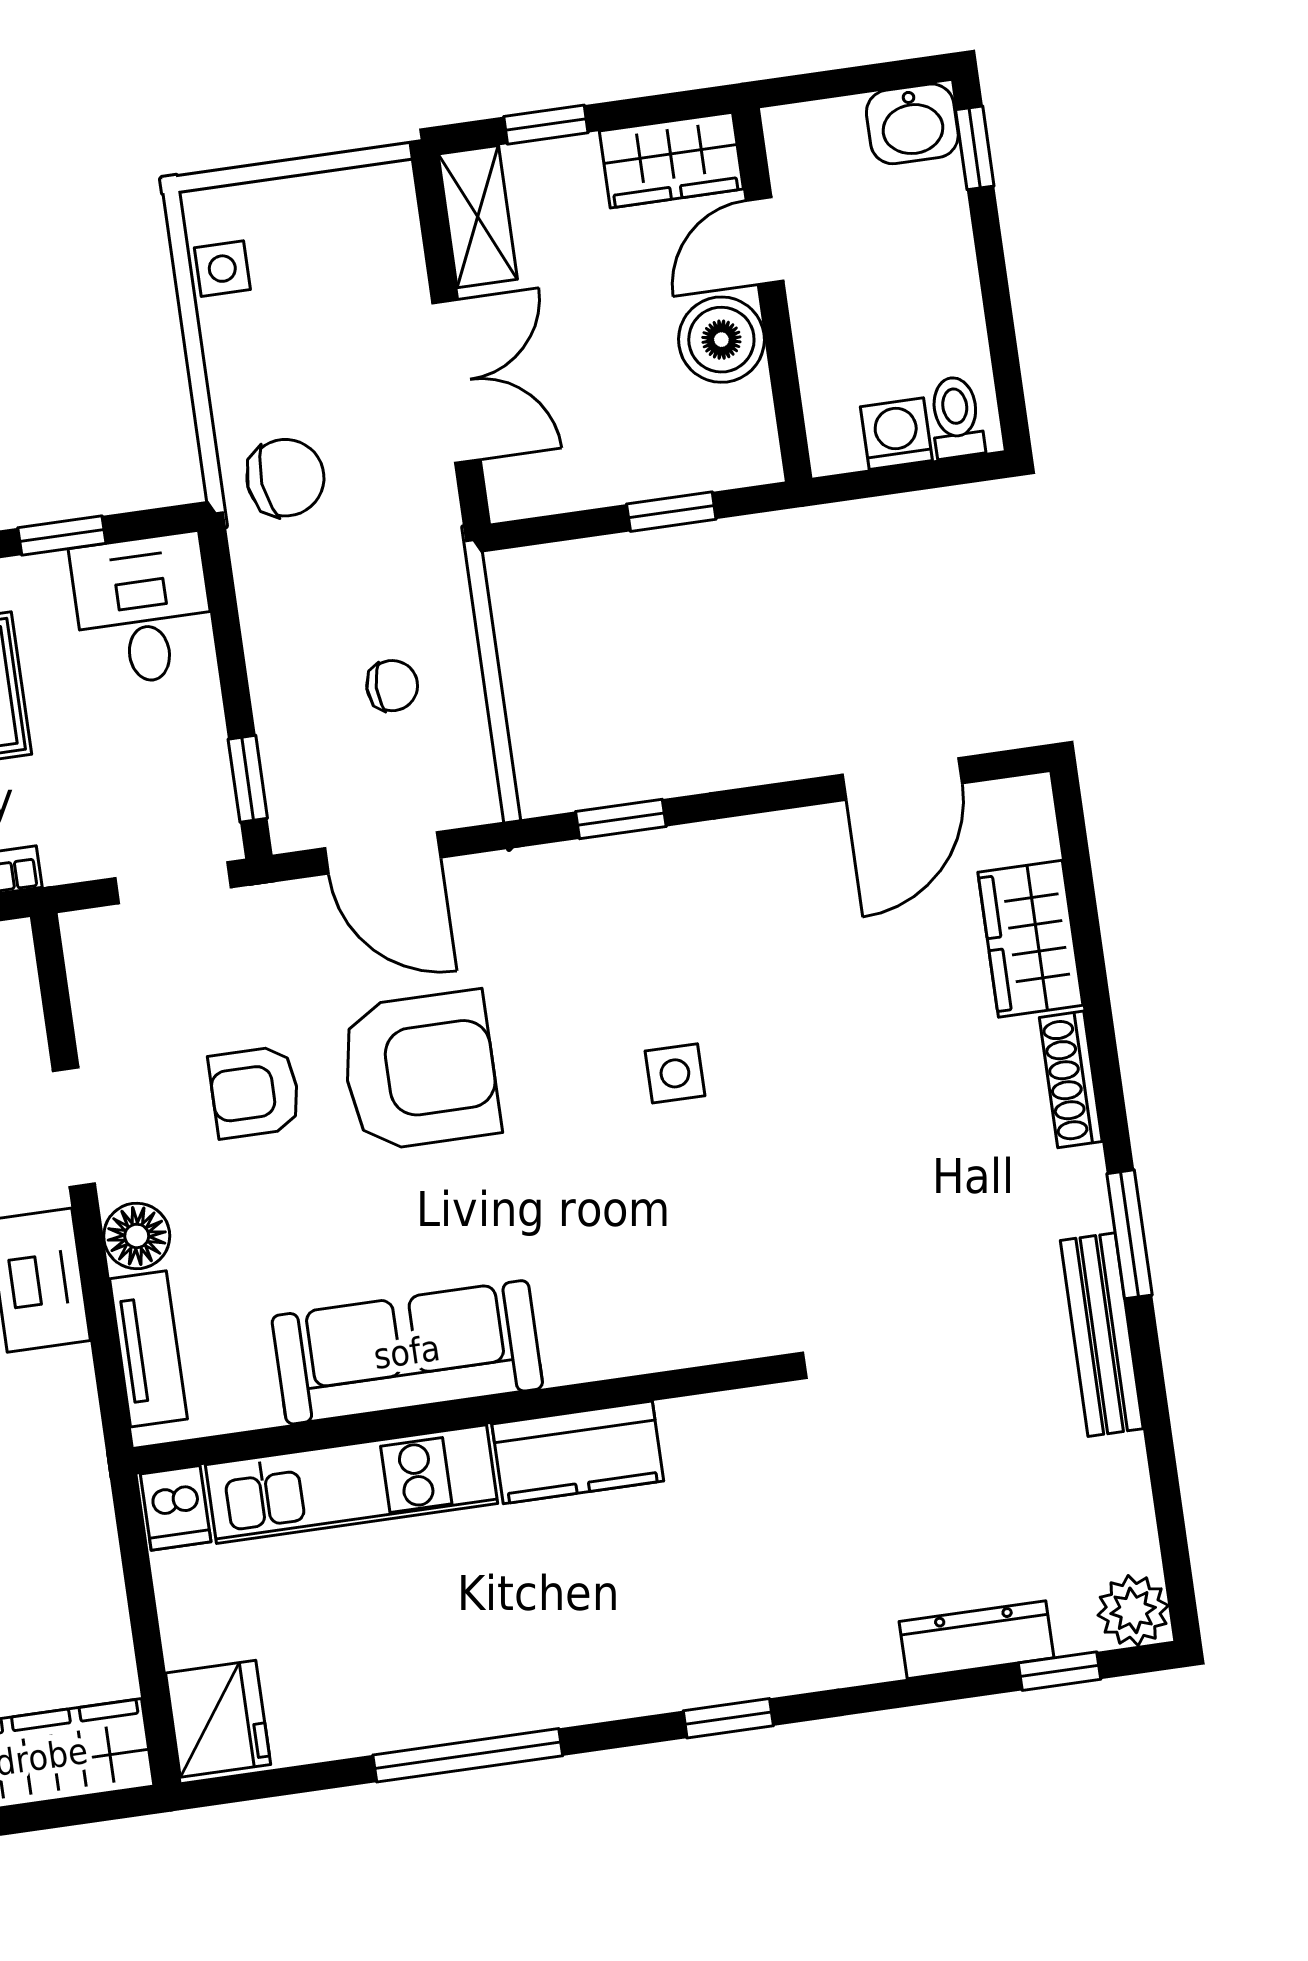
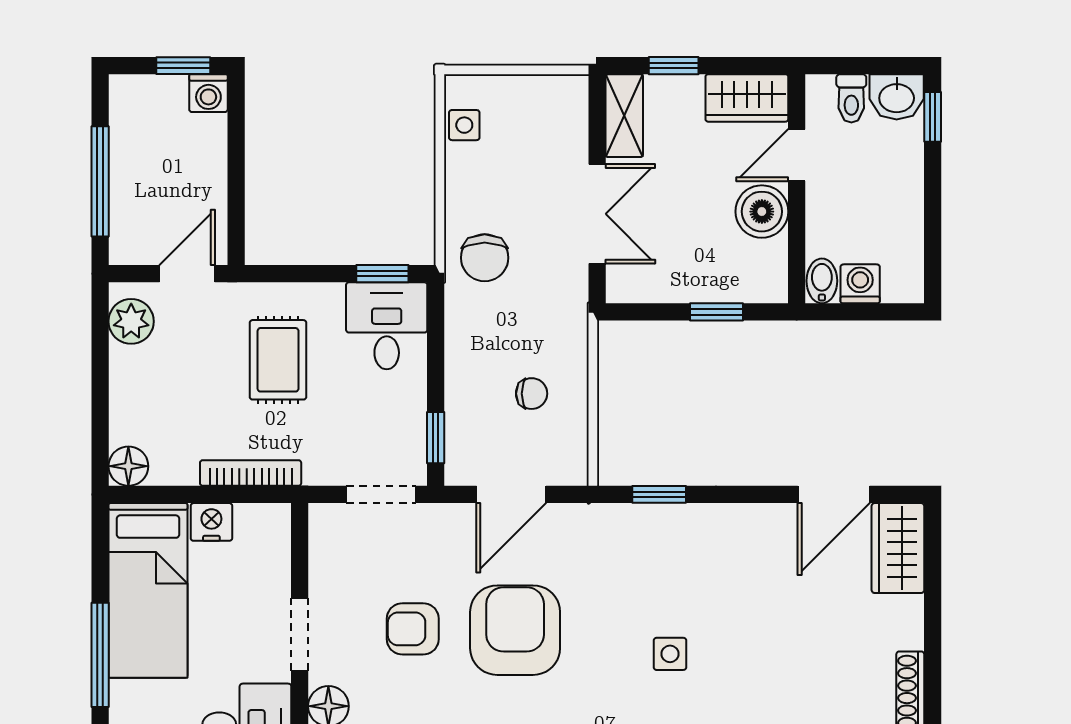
toilet: (956, 417) -> (851, 98), moved, turned 180
bidet: (834, 438) -> (822, 281), added
chair: (285, 478) -> (485, 258), turned 96
window: (62, 536) -> (382, 274), moved
door: (383, 853) -> (511, 494), hinge flipped
wardrobe: (1030, 939) -> (898, 548), moved
armchair: (420, 1071) -> (515, 630), turned -90

